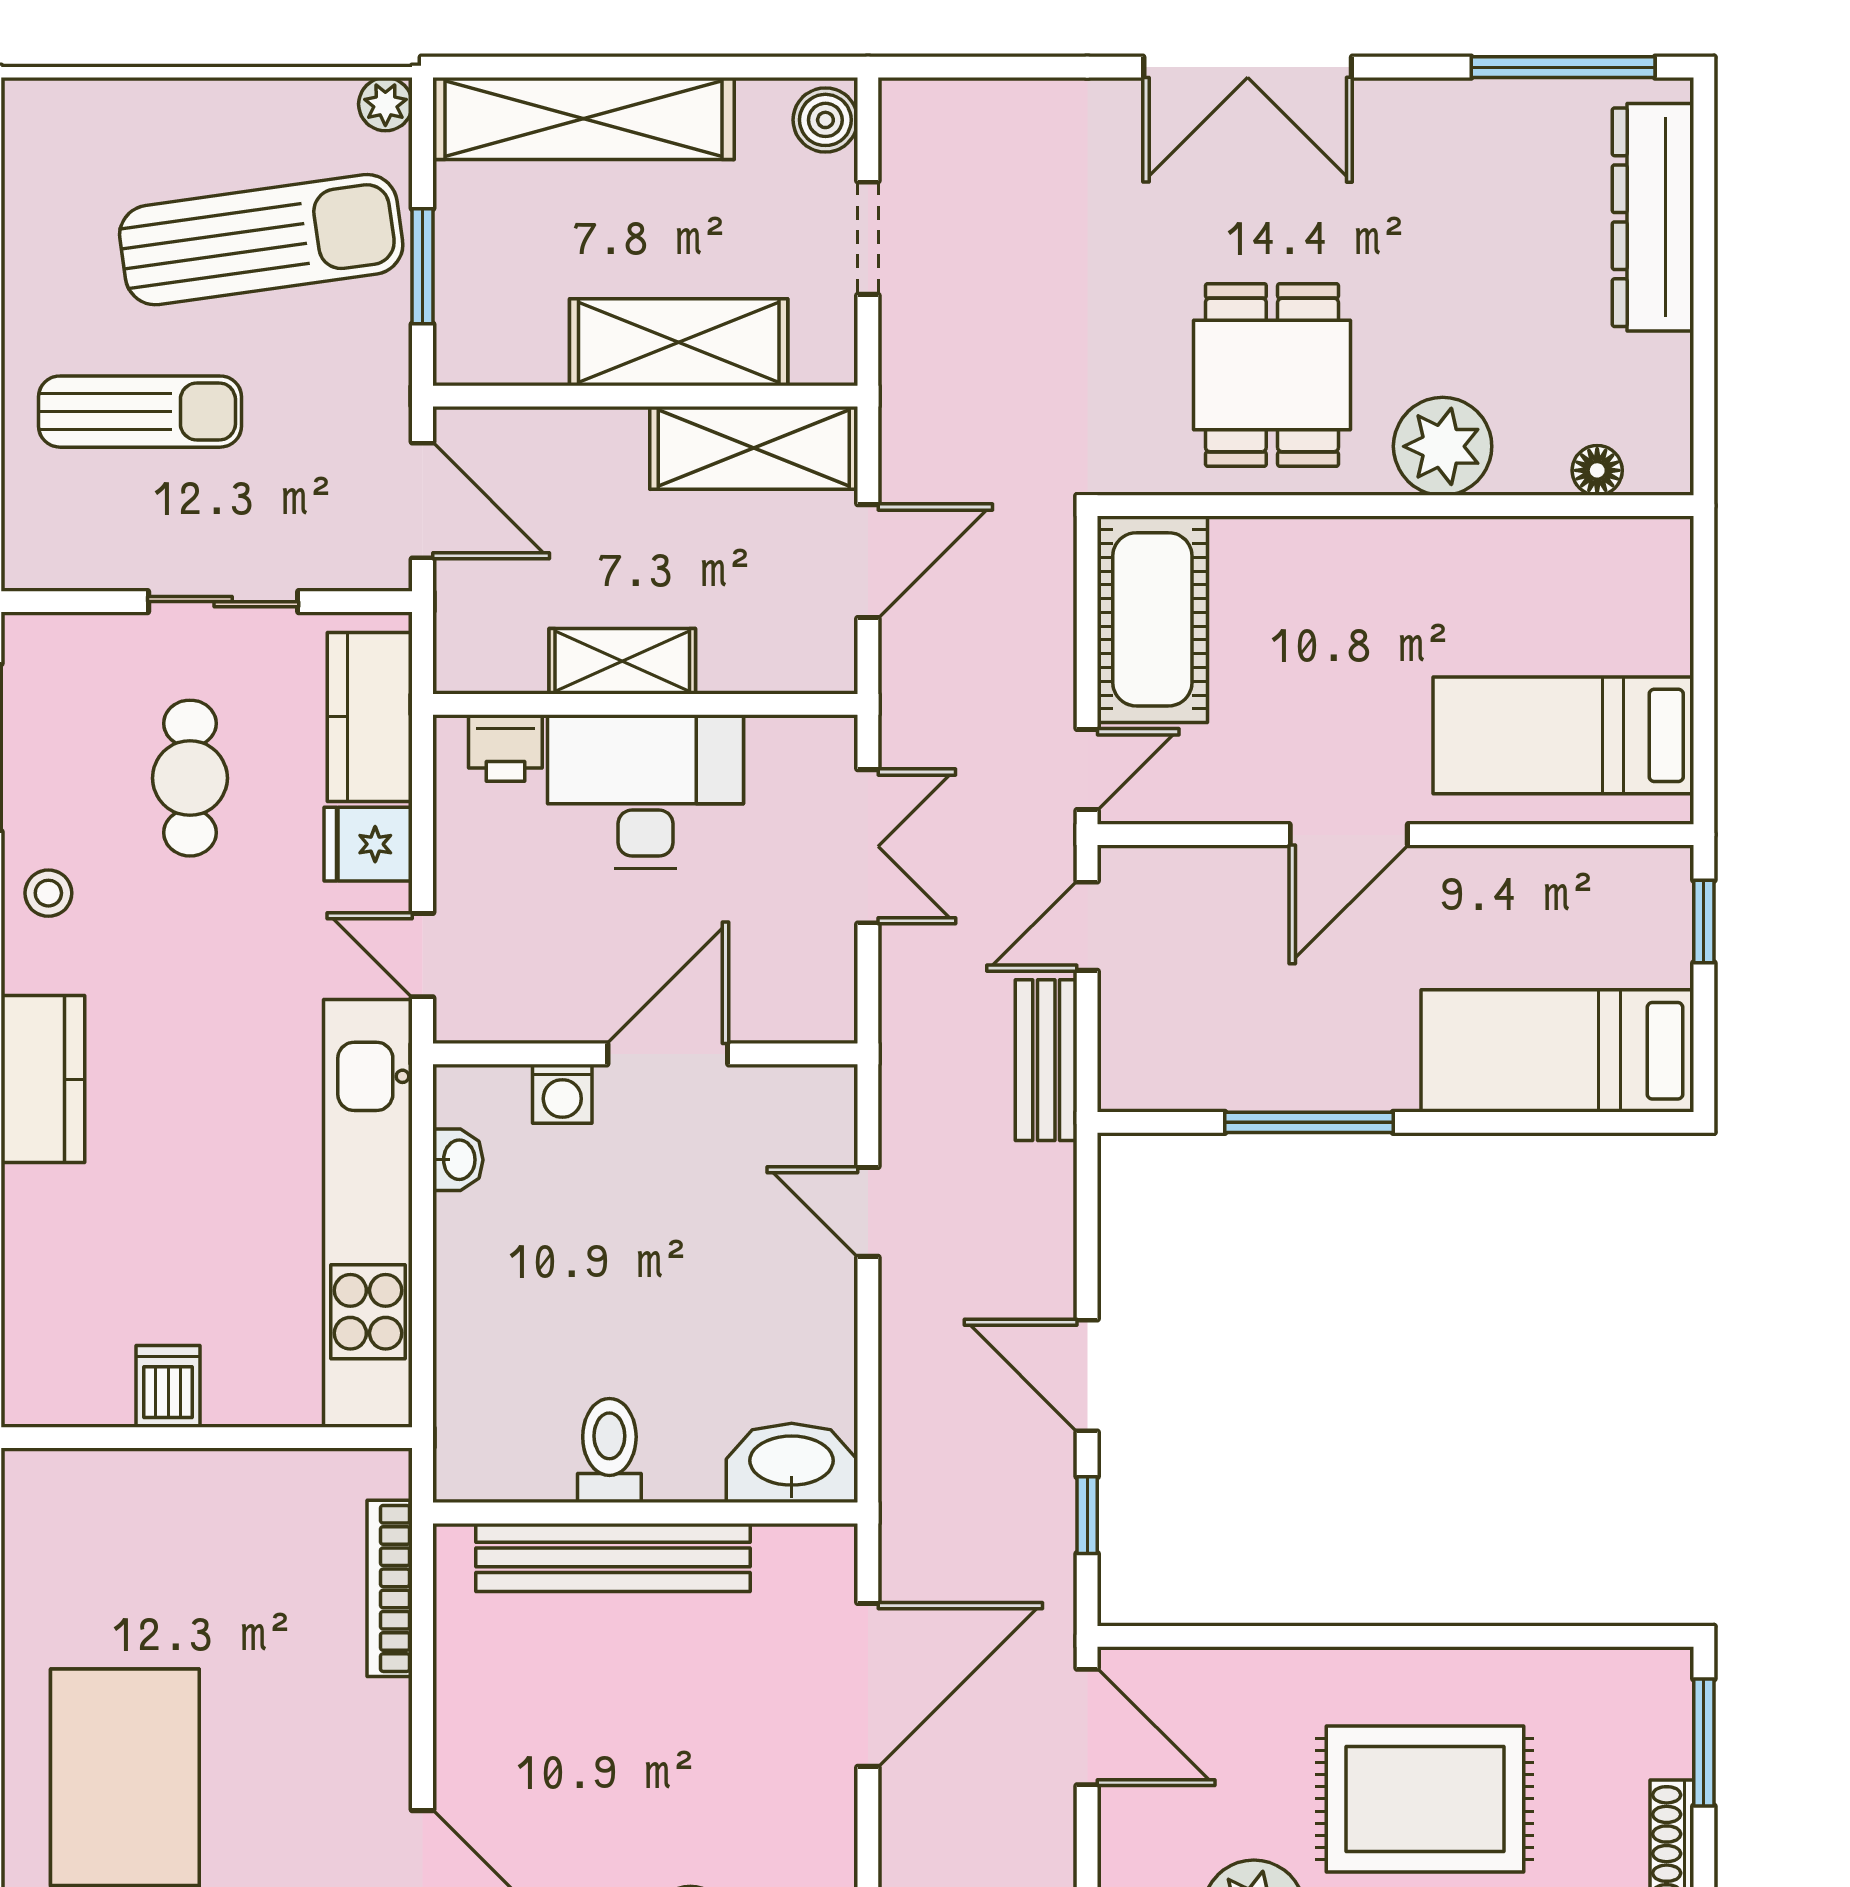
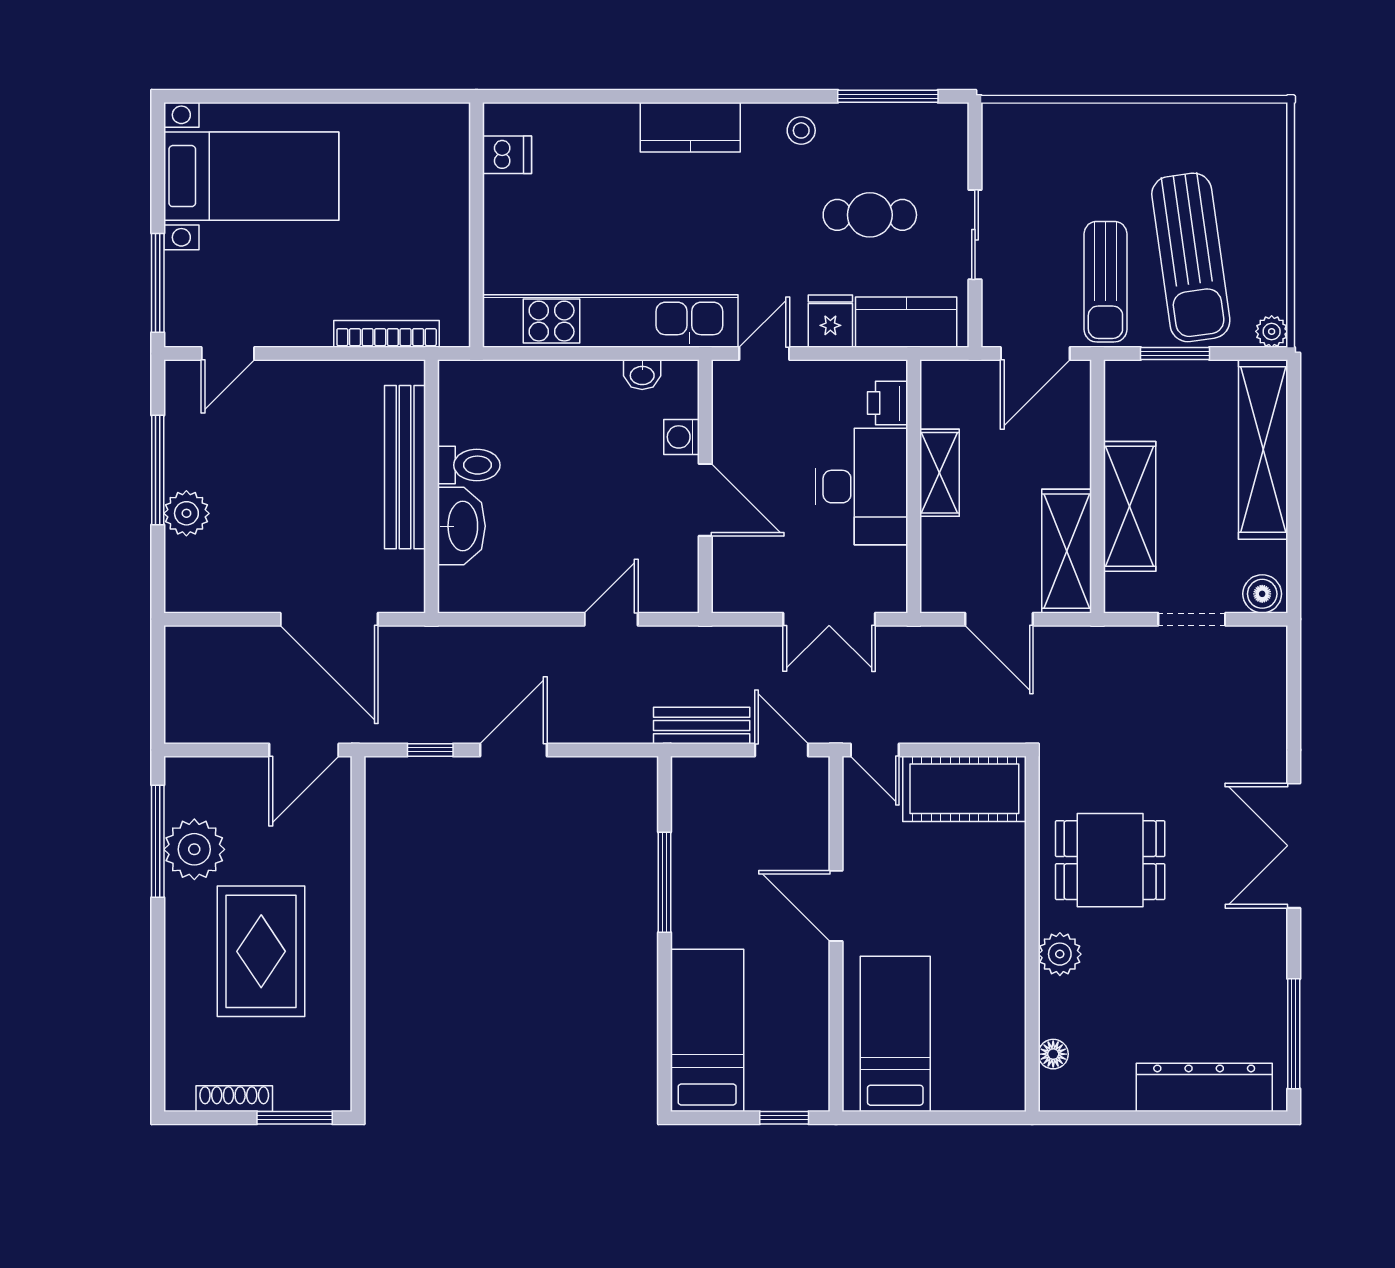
sun lounger: (140, 412) -> (1105, 282), moved
plant: (1443, 446) -> (1060, 954), width x0.73, depth x0.73
dishwasher: (168, 1386) -> (507, 155), moved
washbasin: (792, 1463) -> (461, 526), moved

